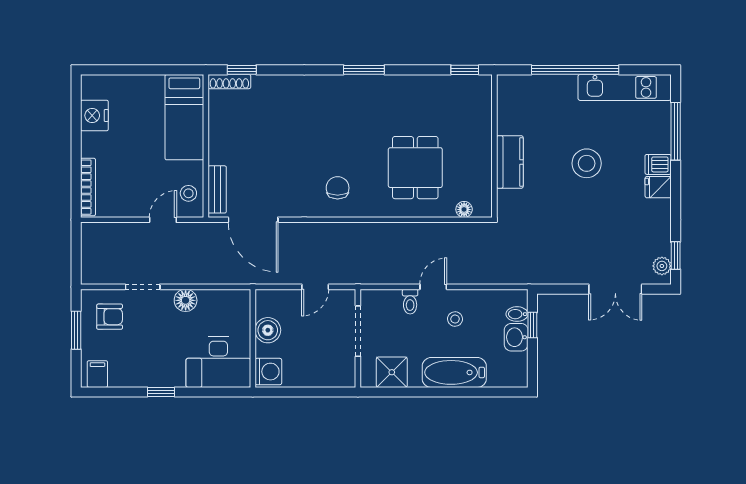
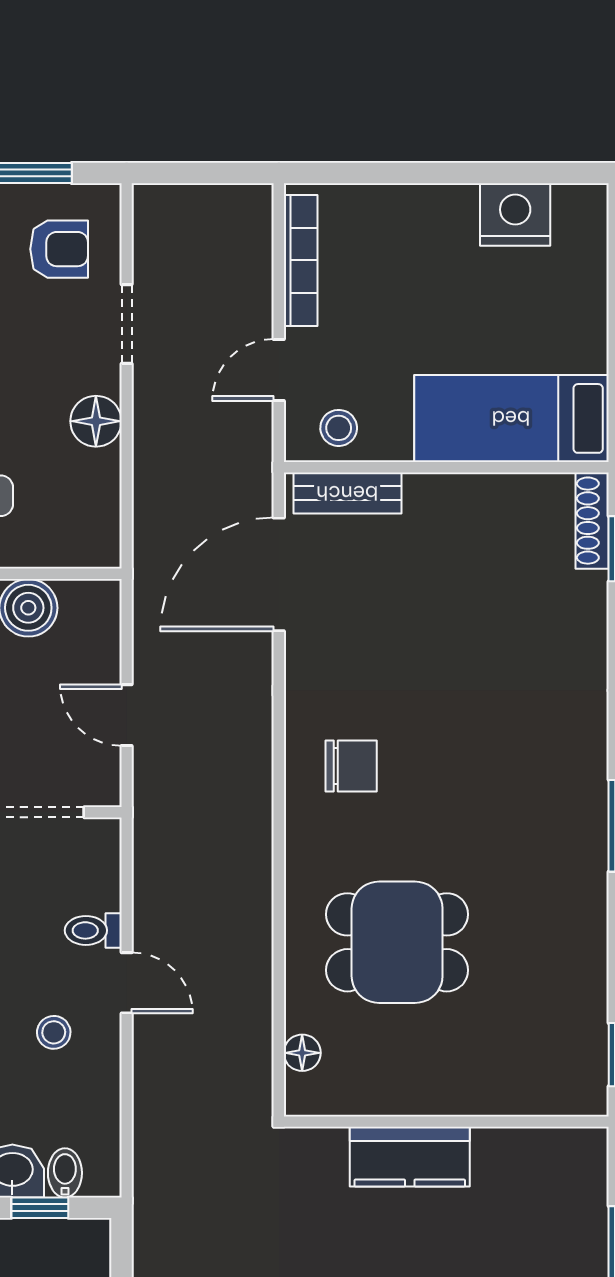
bookcase: (88, 187) -> (301, 260), moved, turned -90
door: (163, 220) -> (279, 370), swing flipped
armchair: (110, 317) -> (59, 249), turned -90

